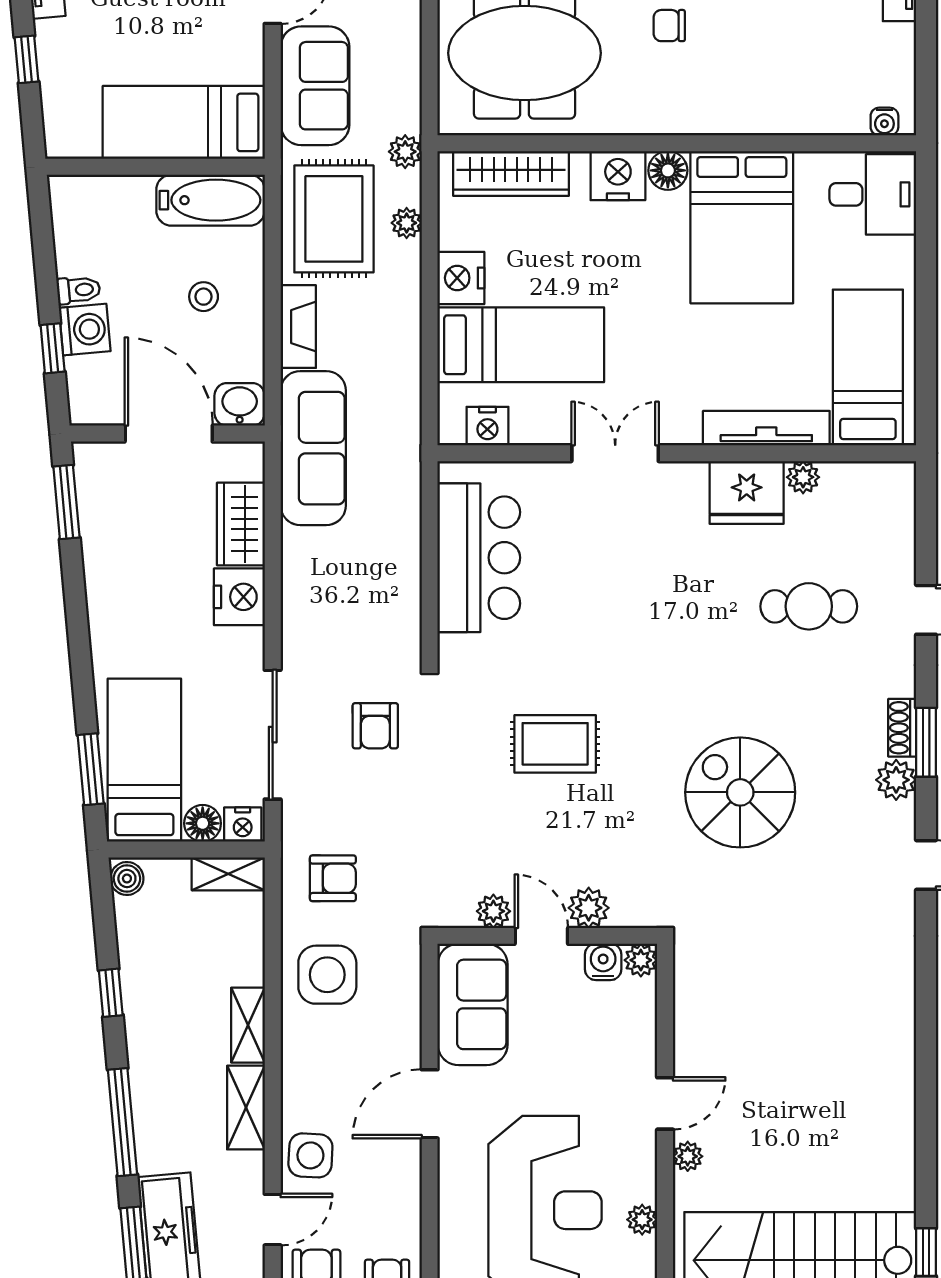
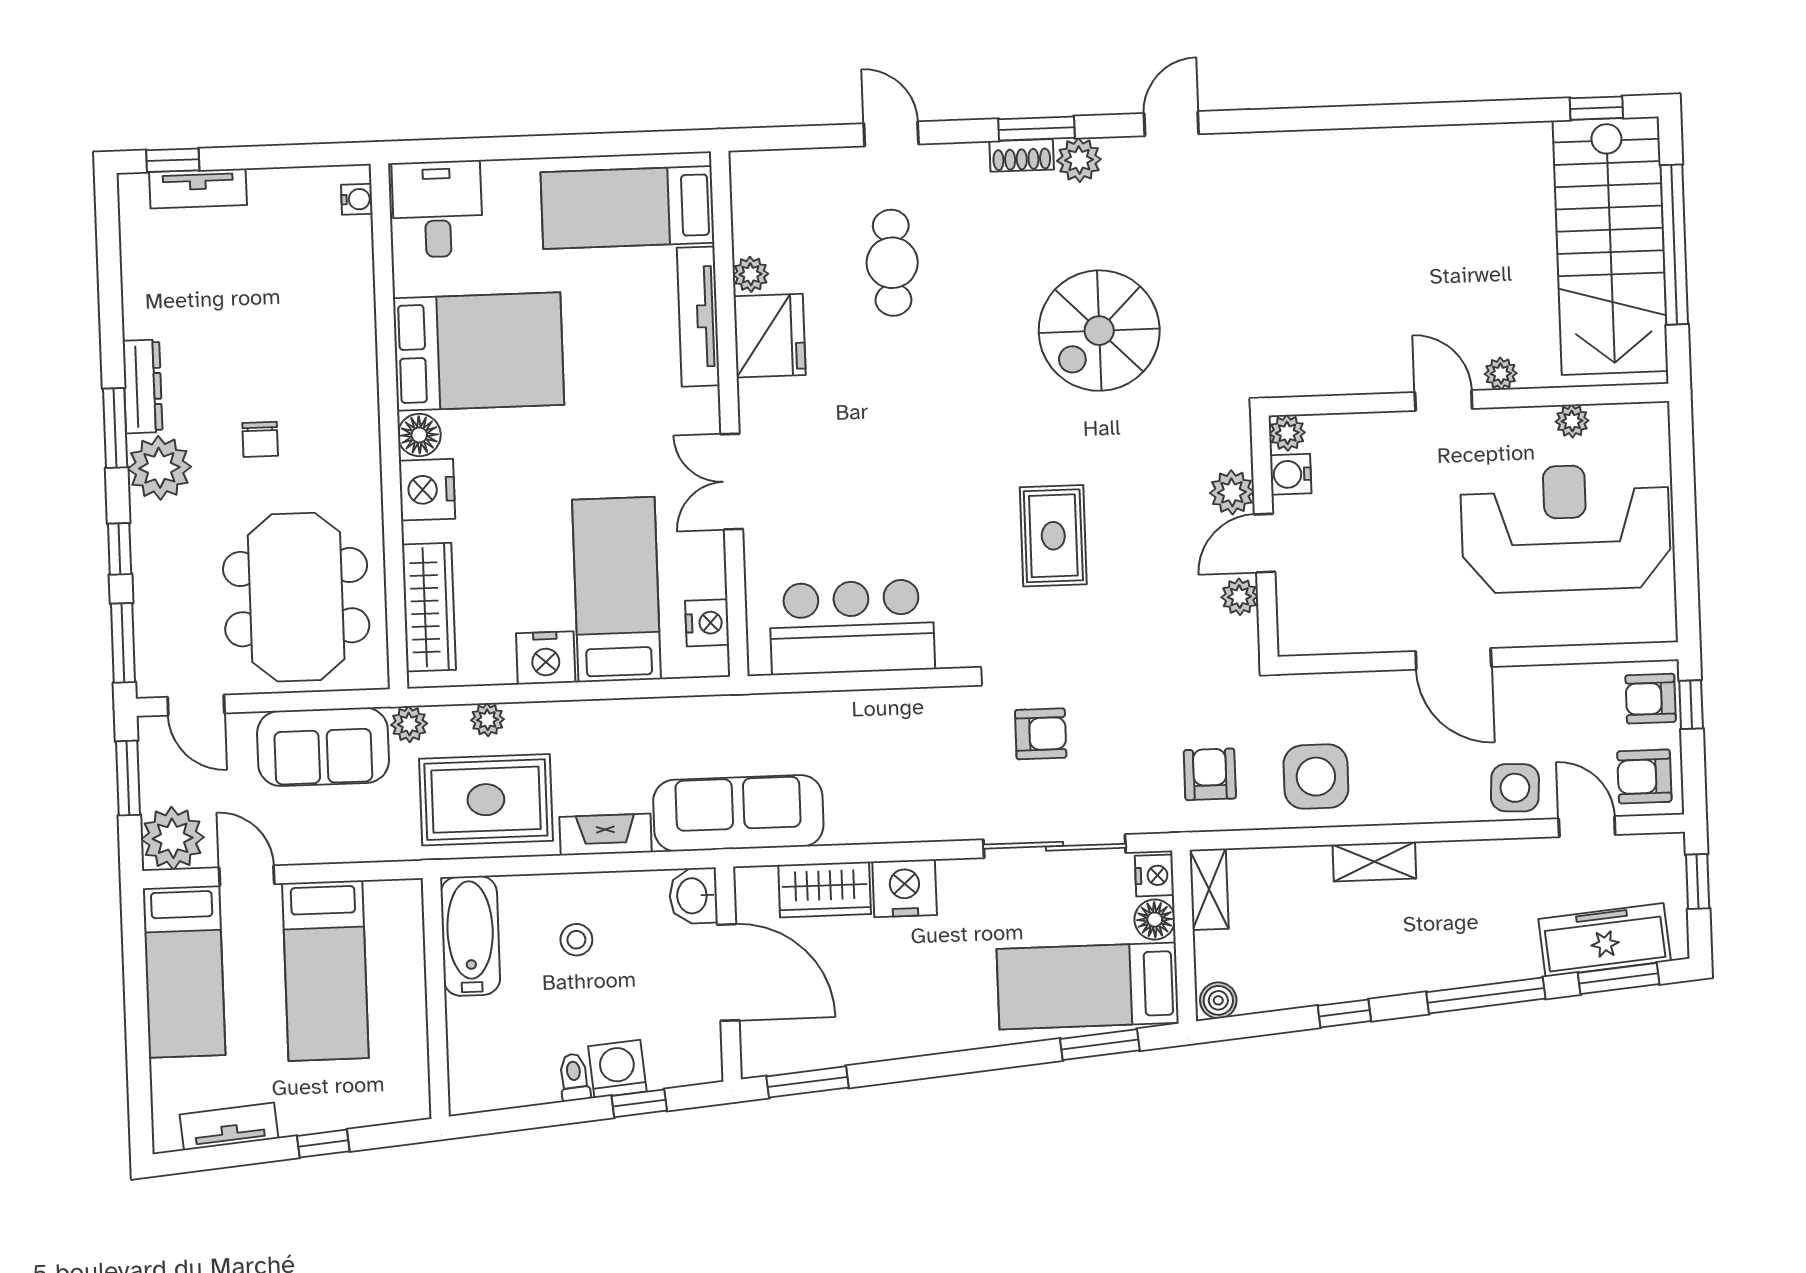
sofa: (315, 86) -> (323, 747), moved, turned 180
bed: (184, 122) -> (325, 971), moved
door: (169, 434) -> (728, 972), swing flipped
sofa: (473, 1004) -> (1343, 616), removed
shelving: (246, 1108) -> (1465, 860), removed

